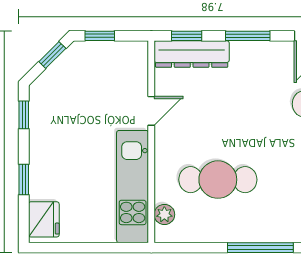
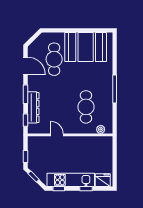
dresser: (192, 54) -> (33, 107), moved
kitchen unit: (133, 187) -> (71, 180), moved, turned 180

